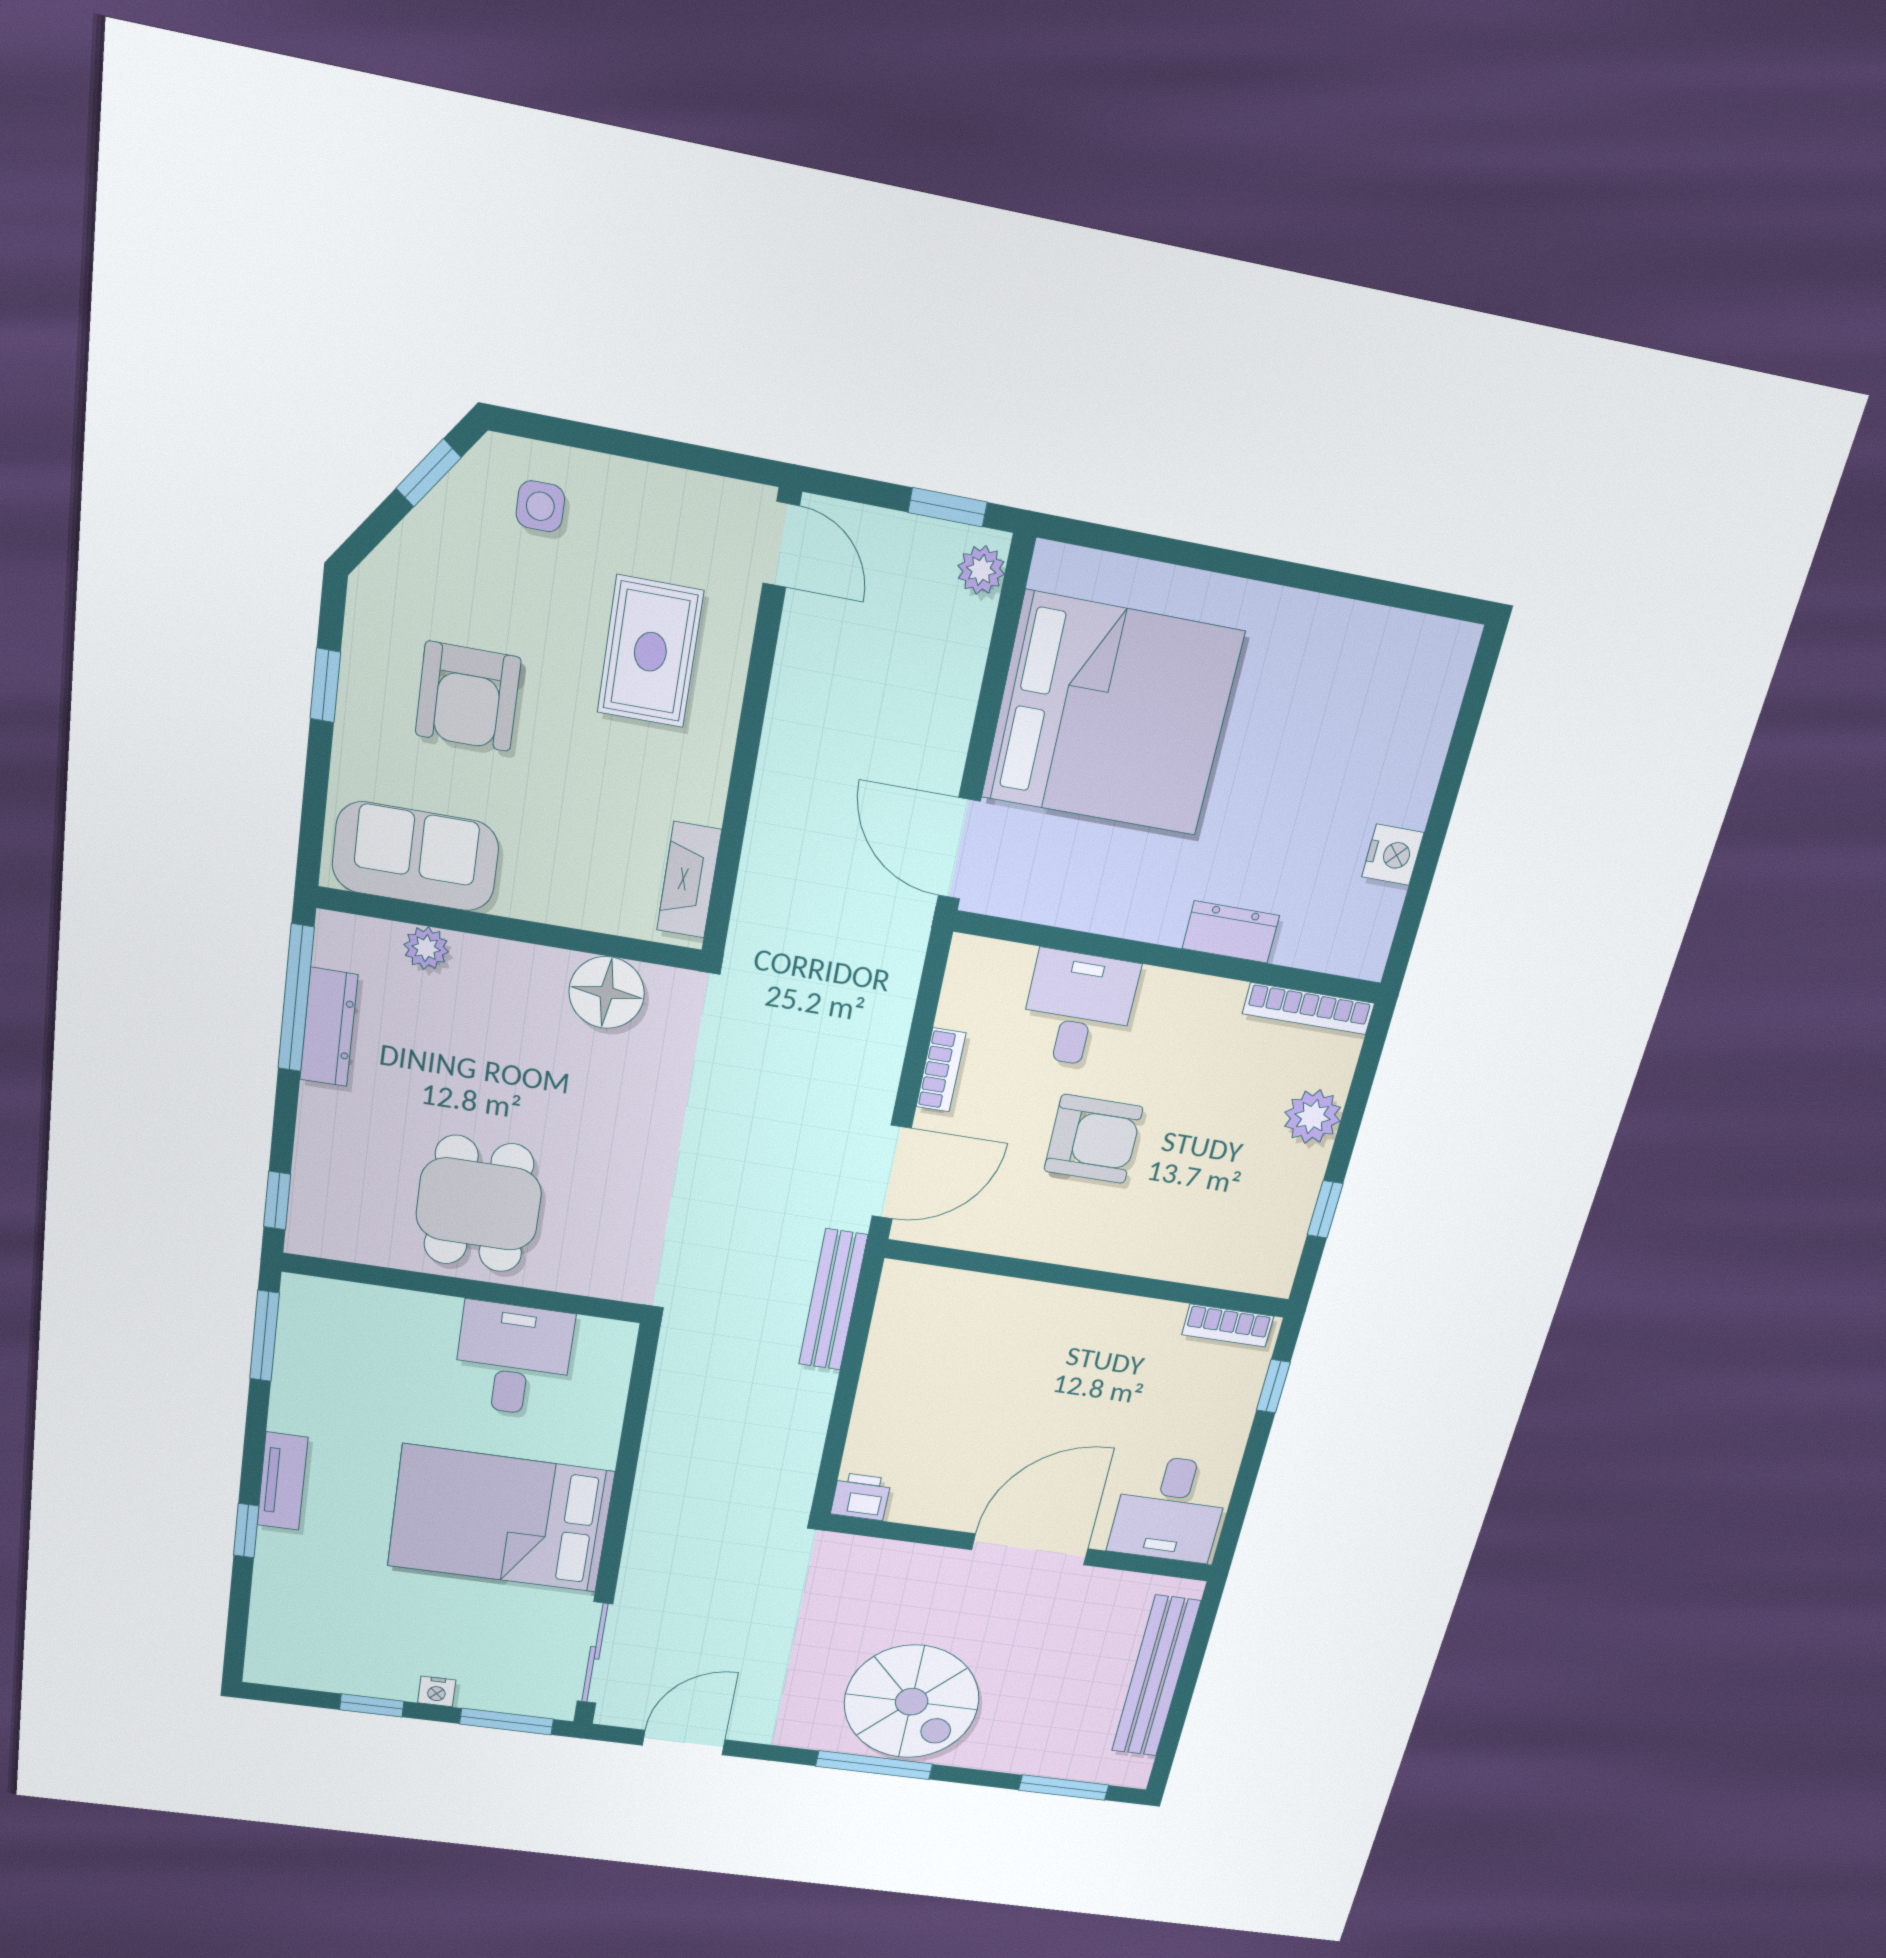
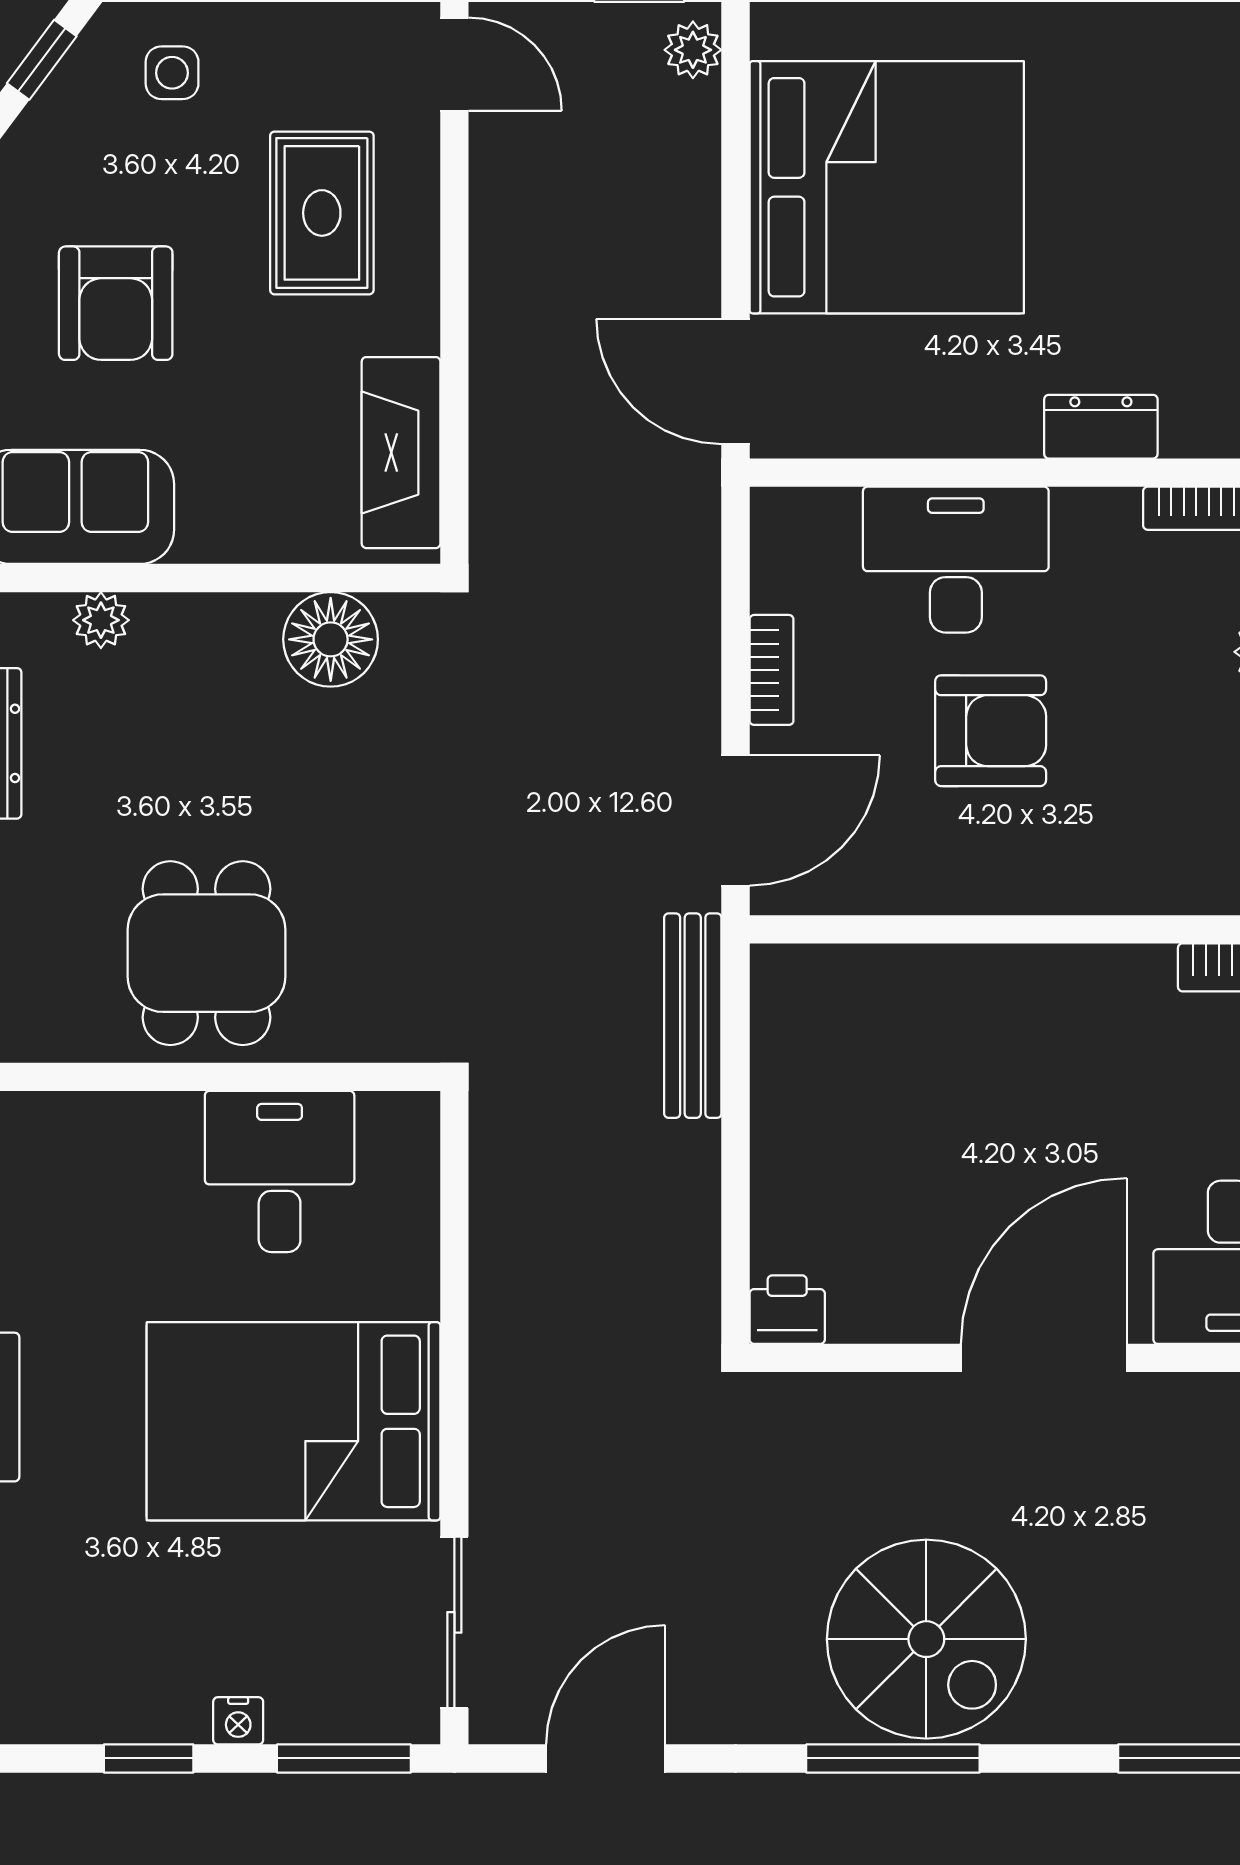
fireplace: (689, 880) -> (401, 453), width x1.37, depth x1.32
desk: (1078, 1009) -> (956, 560), width x1.37

